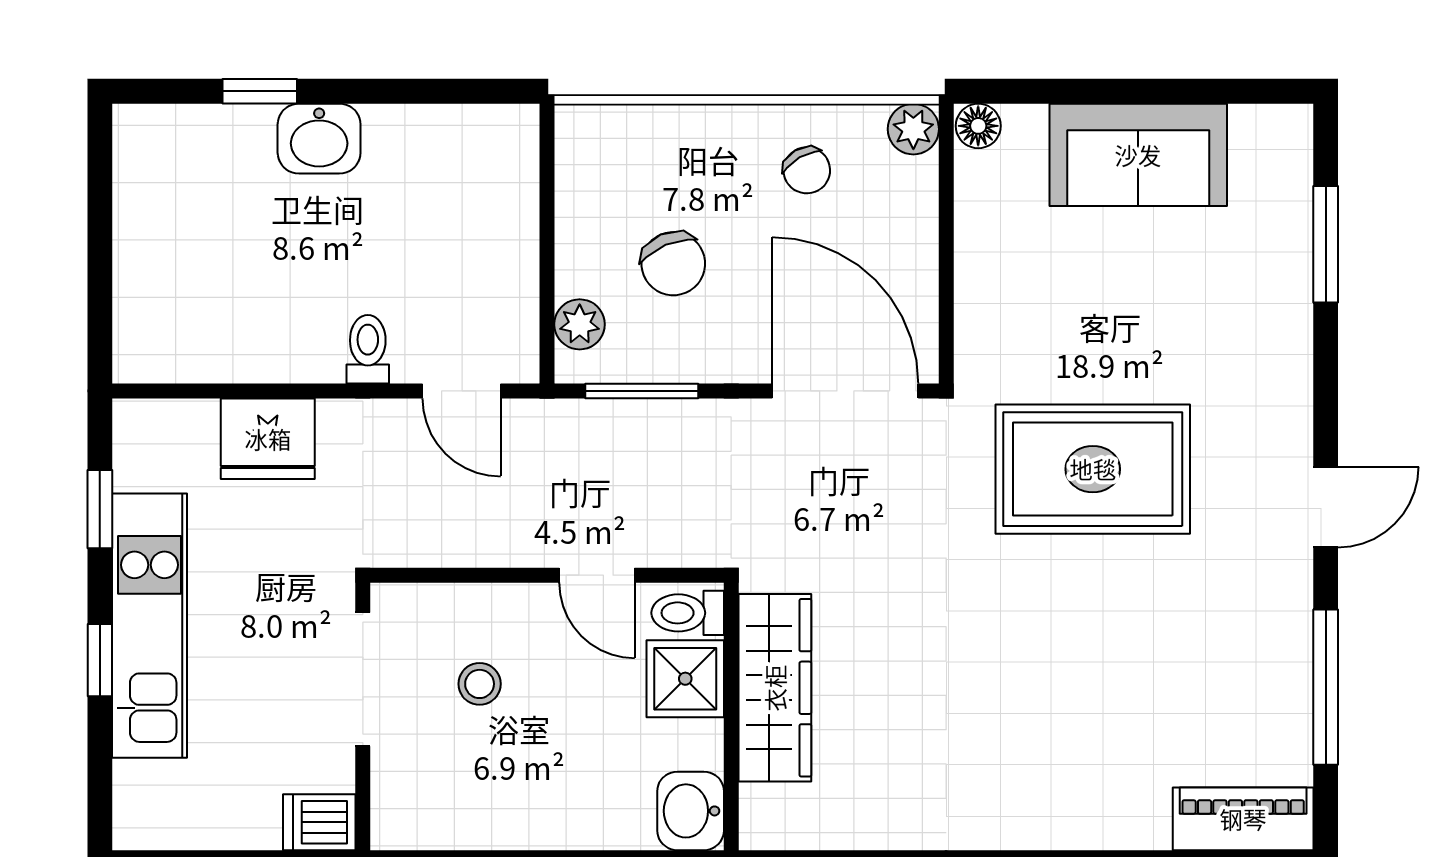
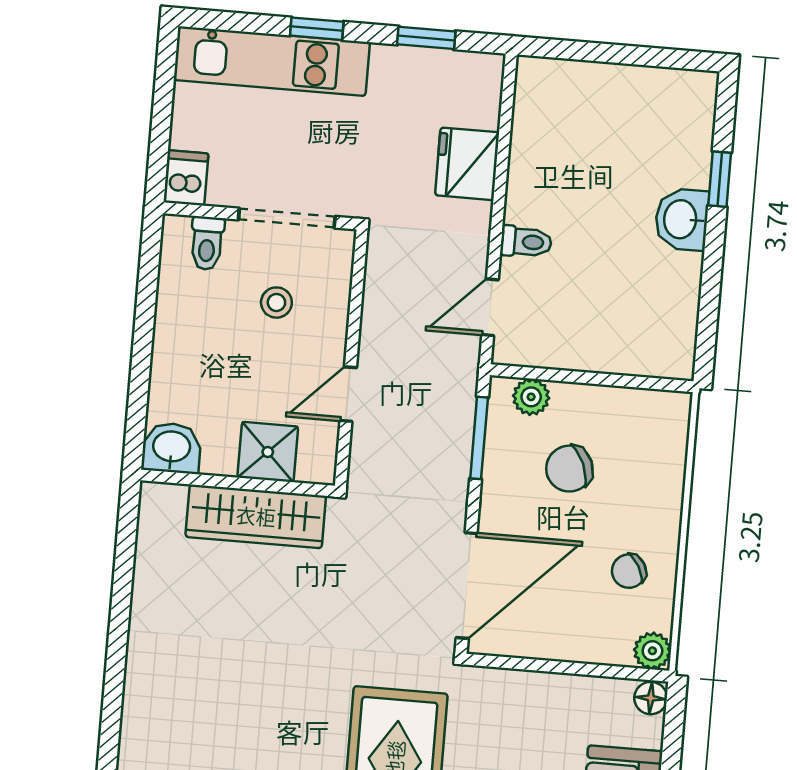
toilet: (688, 613) -> (207, 243), moved, turned 180
kitchen unit: (149, 626) -> (272, 61), moved

